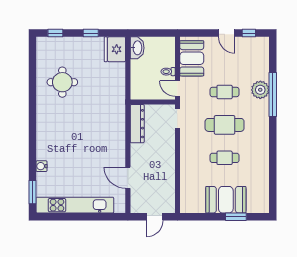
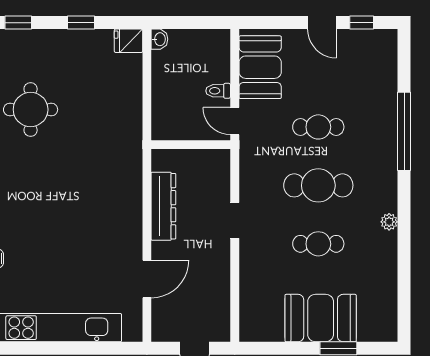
washbasin: (137, 48) -> (159, 39), width x0.52, depth x0.69
fridge: (115, 49) -> (129, 41), width x0.53, depth x0.75
plant: (260, 90) -> (389, 222), moved, width x0.53, depth x0.53
doorway: (177, 119) -> (235, 220), moved
dresser: (137, 124) -> (163, 206), moved
door: (128, 178) -> (147, 279), swing flipped

